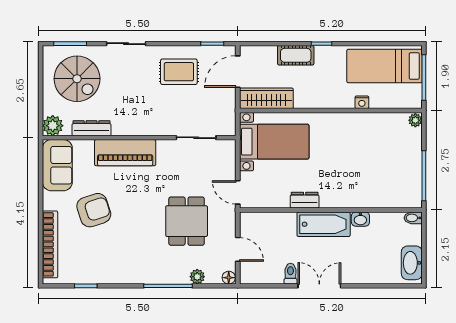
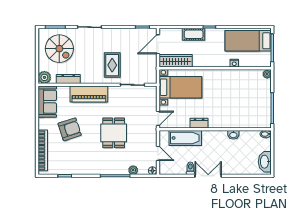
rug: (179, 72) -> (112, 65), moved, turned 90
door: (238, 192) -> (158, 118), swing flipped
dining table: (187, 221) -> (114, 133), moved
bathtub: (324, 224) -> (185, 138), moved

